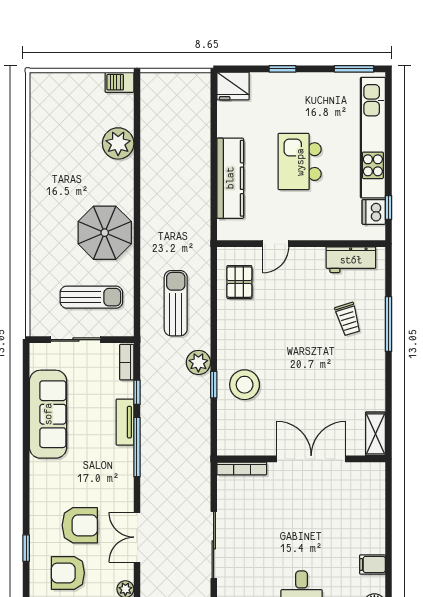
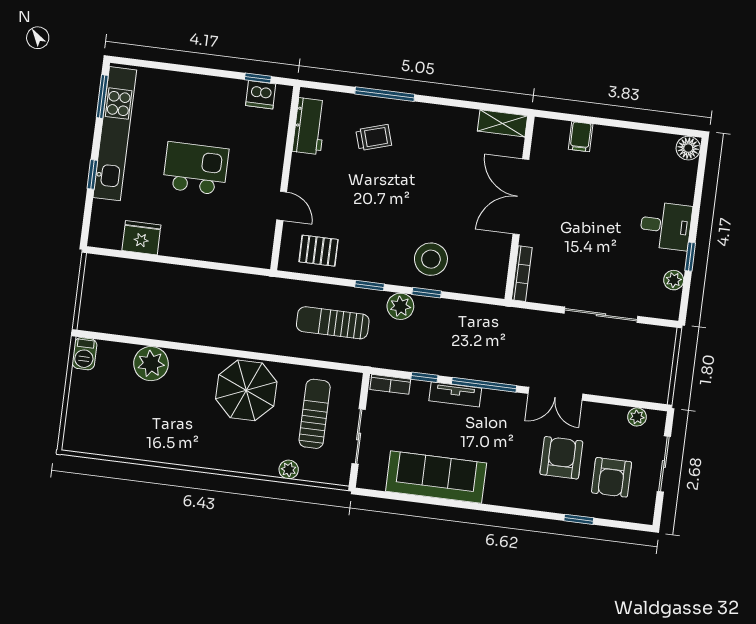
fridge: (233, 86) -> (141, 238), moved, turned -90
kitchen unit: (373, 138) -> (115, 134), moved, turned -90
kitchen island: (300, 162) -> (196, 169), turned 180
kitchen counter: (230, 178) -> (204, 246), removed
plant: (38, 280) -> (289, 470), added
window: (214, 332) -> (369, 285), added
double door: (137, 537) -> (555, 394), moved
filing cabinet: (372, 564) -> (581, 137), moved

